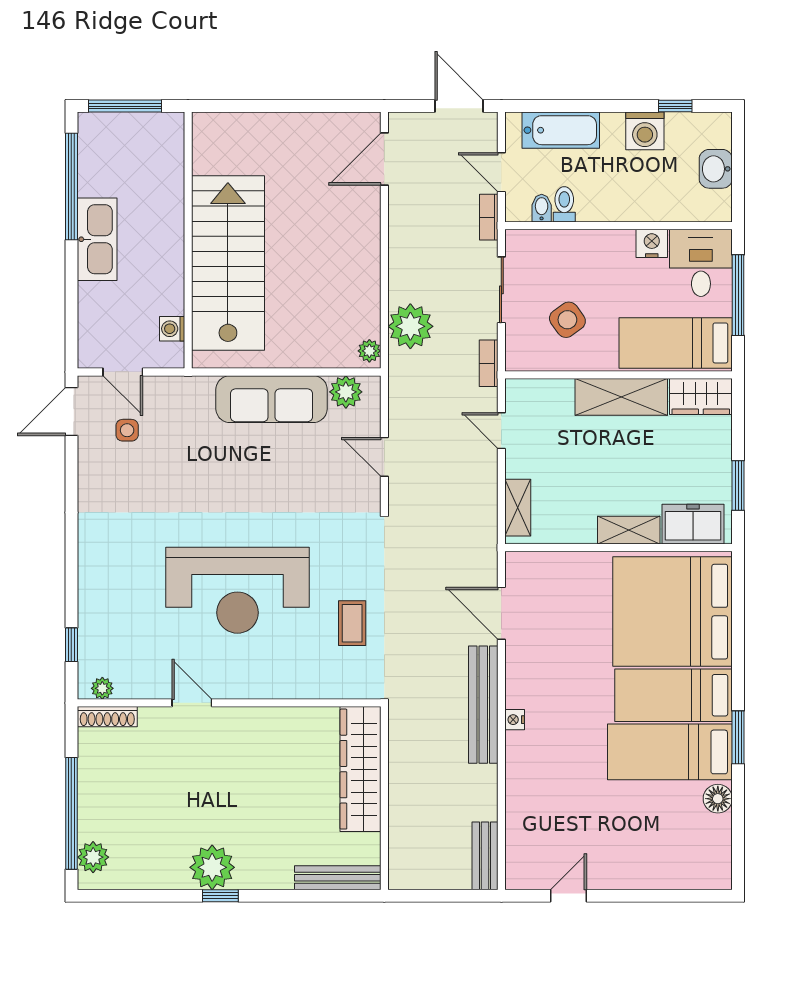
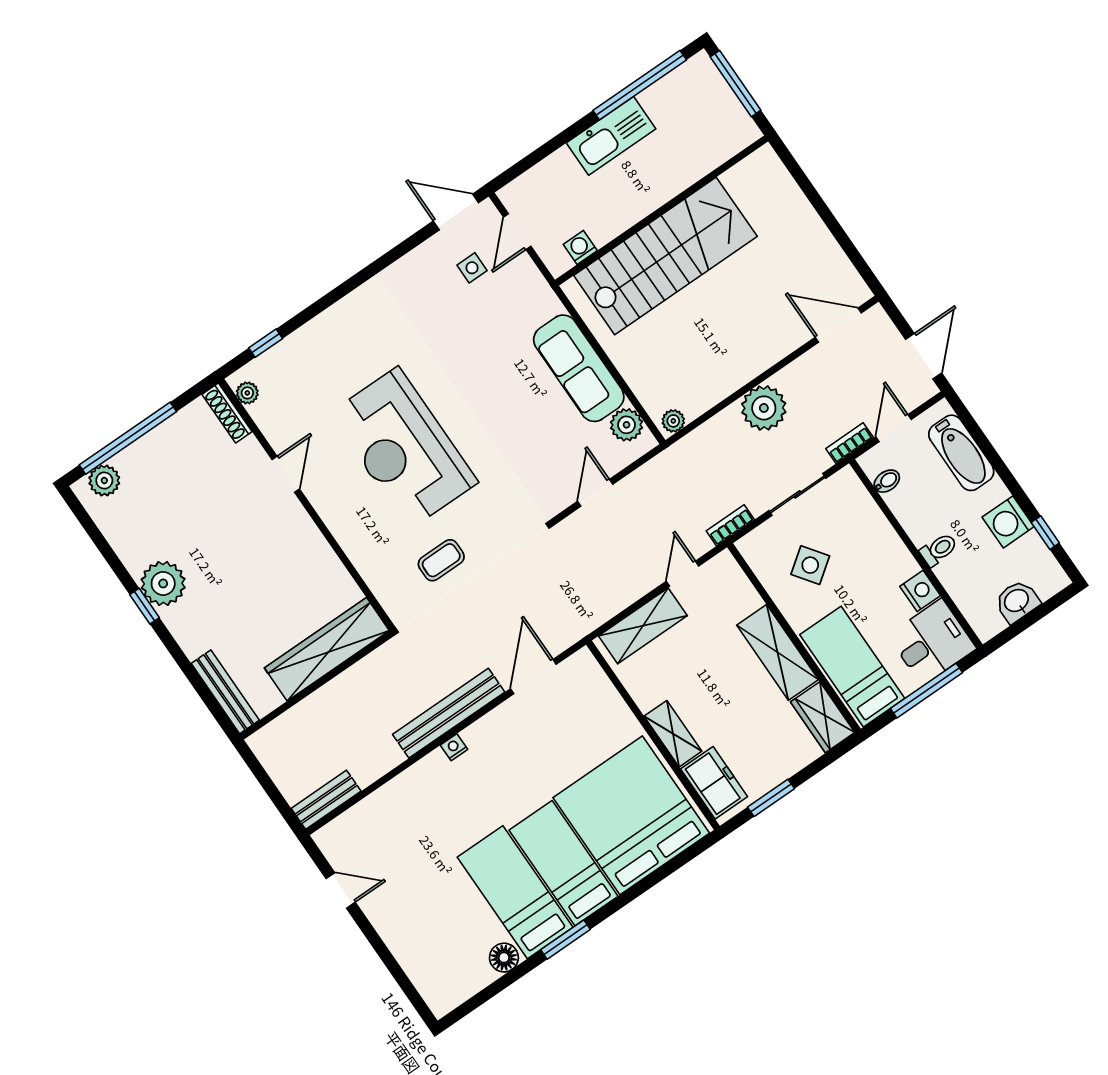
toilet: (564, 204) -> (939, 550), moved
plant: (410, 326) -> (764, 408), moved
shelving: (518, 508) -> (643, 626), width x1.50, depth x1.33

